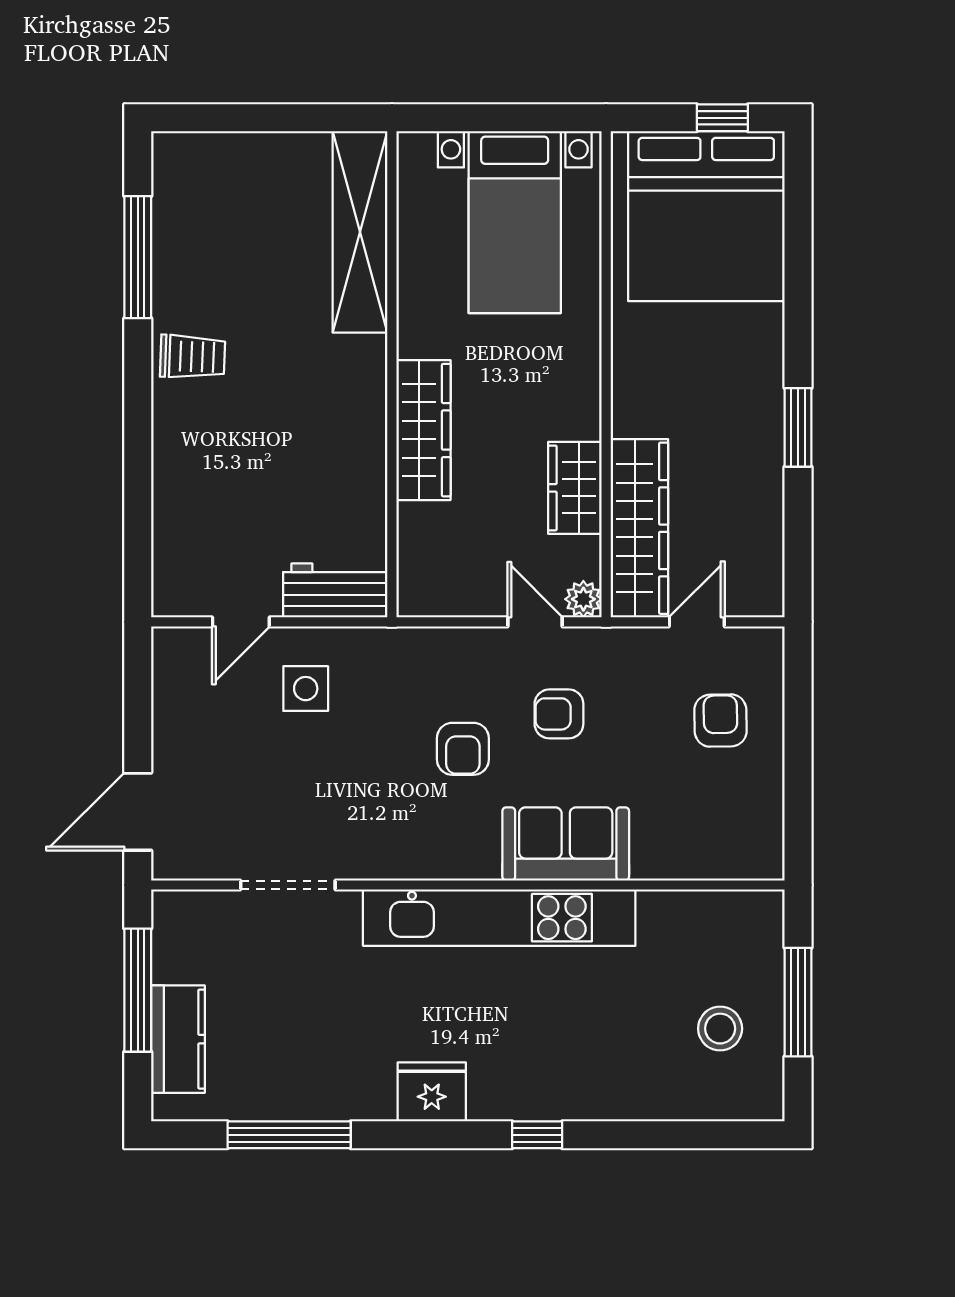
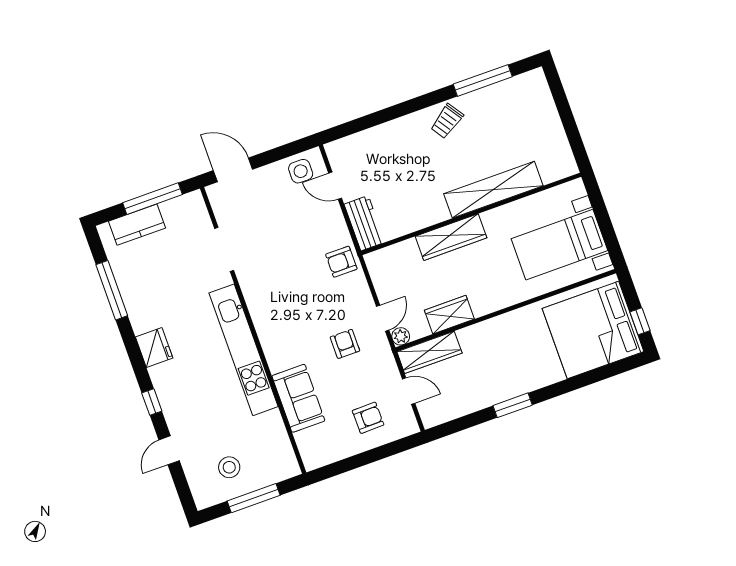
shelving: (360, 232) -> (493, 190), moved
trolley: (193, 357) -> (447, 121), turned 54
wardrobe: (639, 528) -> (429, 352), width x0.71, depth x0.85
side table: (306, 689) -> (301, 171), moved
armchair: (463, 749) -> (341, 262), moved
sofa: (566, 844) -> (298, 398), moved
door: (644, 1135) -> (169, 450), added

